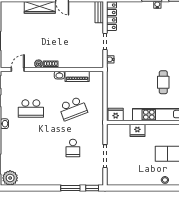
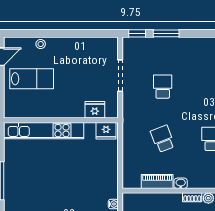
cafe table: (163, 82) -> (43, 174), removed
school desk: (73, 109) -> (163, 139), width x0.54
fridge: (137, 130) -> (95, 110), moved

